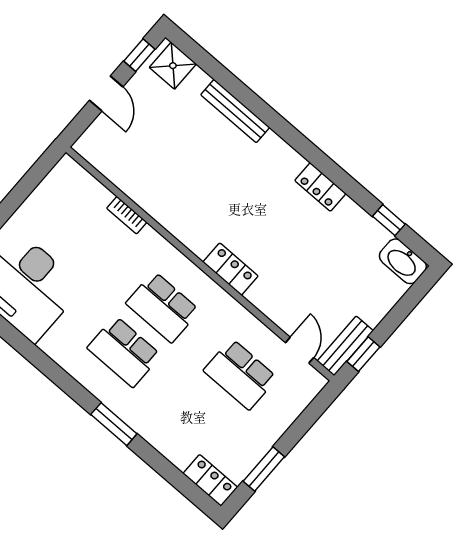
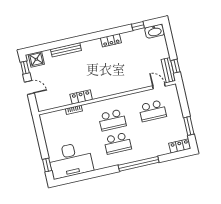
locker: (230, 269) -> (81, 97), moved
window: (114, 424) -> (139, 164), width x2.11

